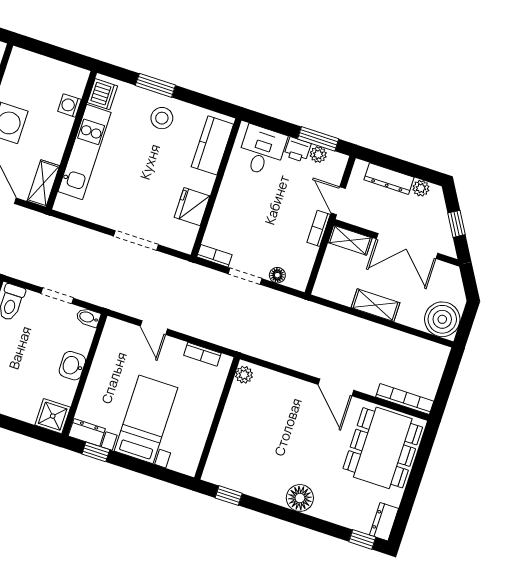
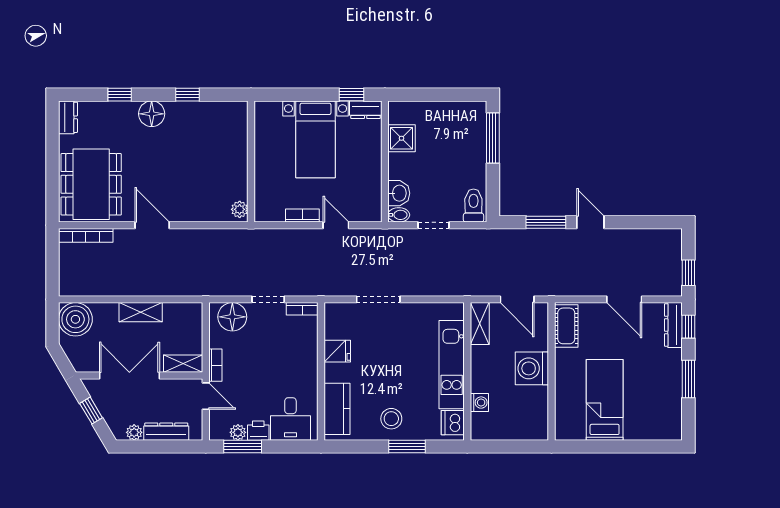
fridge: (192, 207) -> (337, 351), width x0.72
floor lamp: (277, 275) -> (232, 317), width x1.89, depth x1.89
bookcase: (202, 354) -> (302, 216), moved
washbasin: (72, 366) -> (399, 193), moved
shower: (53, 416) -> (401, 138), moved
window: (229, 496) -> (187, 95), moved
window: (362, 539) -> (120, 95), moved

